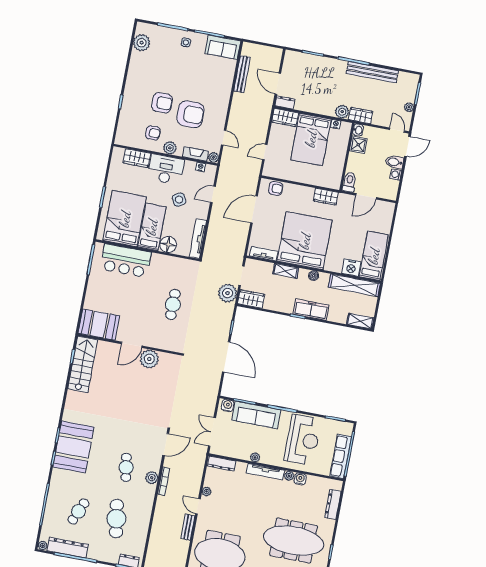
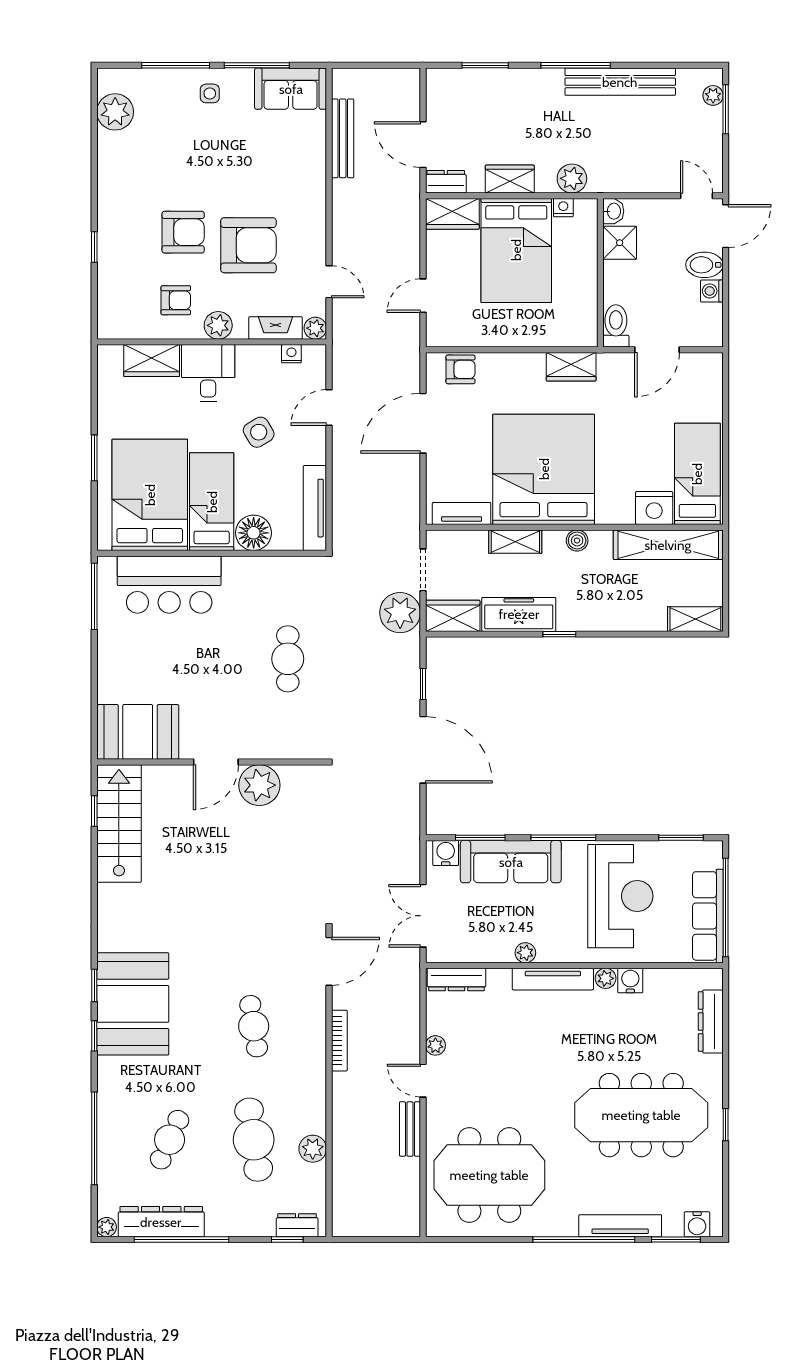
plant: (409, 107) -> (713, 95), moved
wardrobe: (361, 115) -> (510, 179), moved
desk: (166, 169) -> (208, 373), width x0.73
freezer: (311, 310) -> (519, 614), moved
plant: (152, 478) -> (313, 1149), moved

